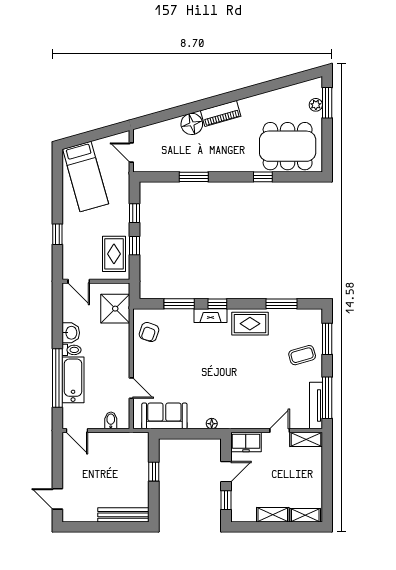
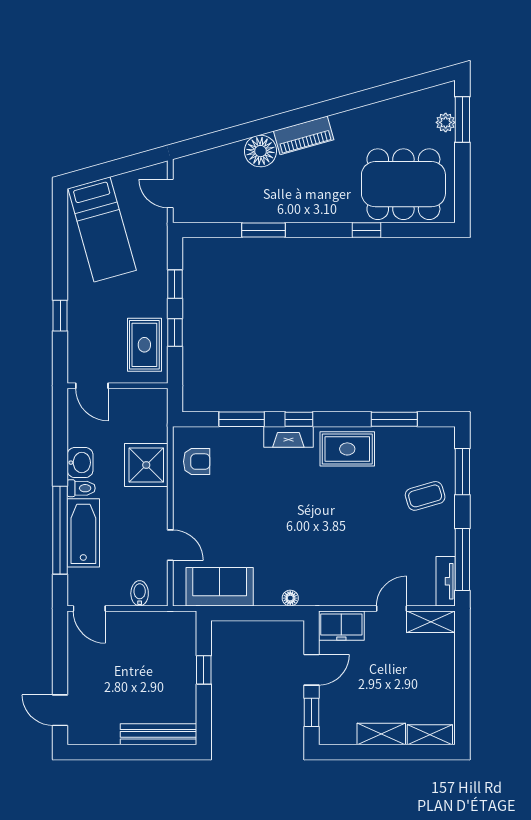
shower: (115, 309) -> (146, 465), moved
armchair: (149, 332) -> (197, 462), turned -109
tv unit: (316, 405) -> (446, 581), width x0.71

